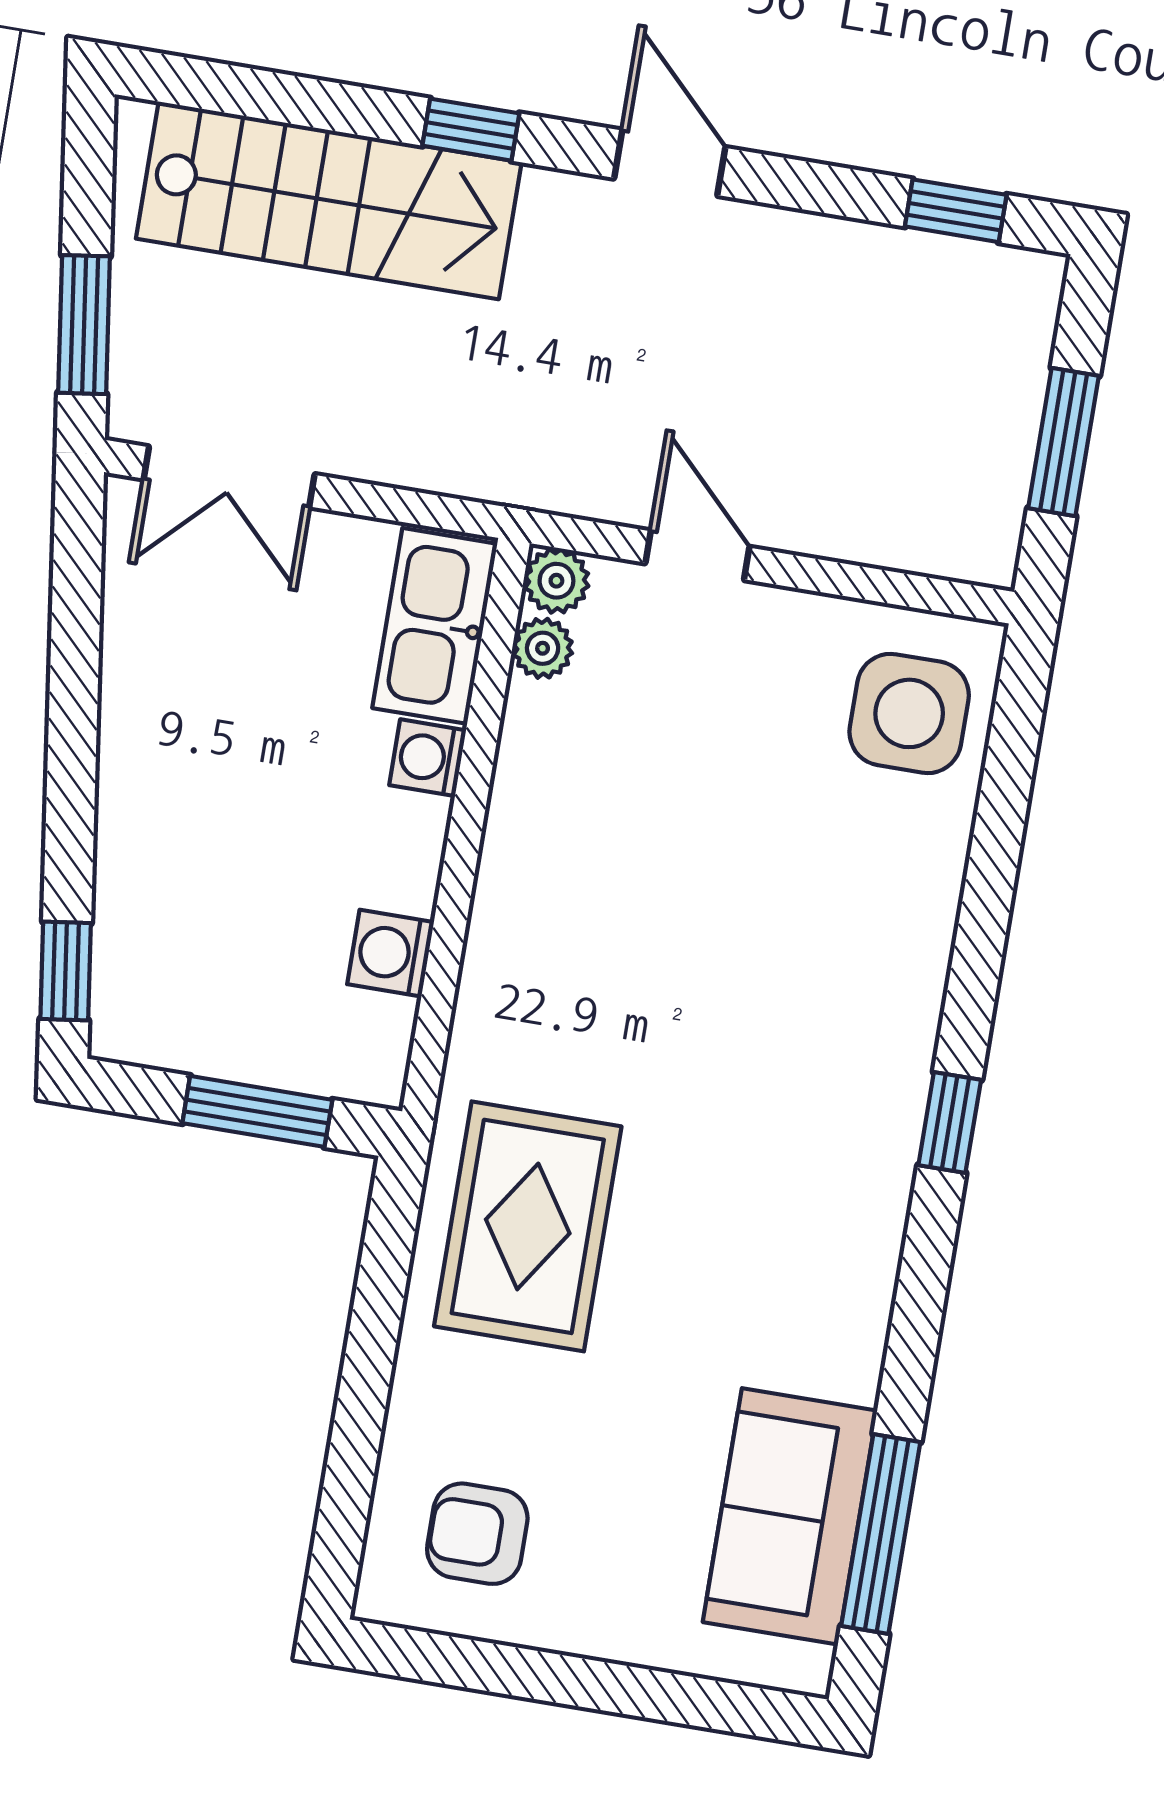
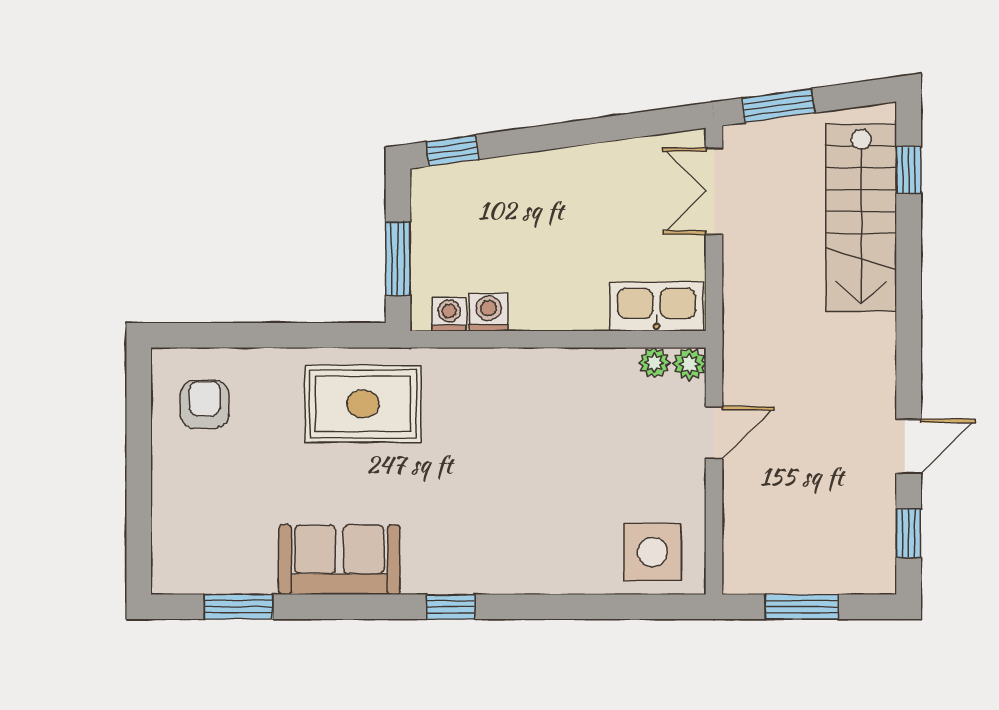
window: (471, 130) -> (909, 170), moved
door: (670, 163) -> (909, 446), moved
washing machine: (428, 758) -> (449, 314), moved
sofa: (790, 1516) -> (339, 560), moved
window: (881, 1534) -> (238, 607), width x0.69

